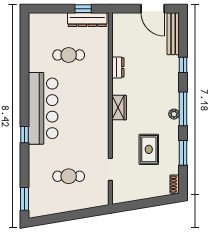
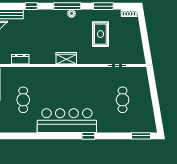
dresser: (118, 67) -> (20, 59), moved
rug: (149, 149) -> (100, 34), turned 90

